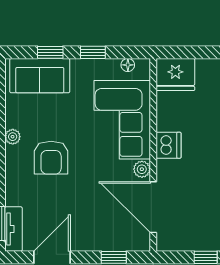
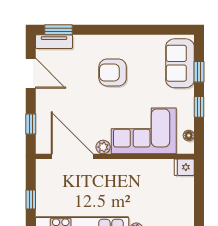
fridge: (175, 75) -> (184, 167), width x0.53, depth x0.75
plant: (13, 137) -> (130, 41), removed
dishwasher: (169, 145) -> (123, 169), removed
door: (153, 207) -> (72, 156), hinge flipped

